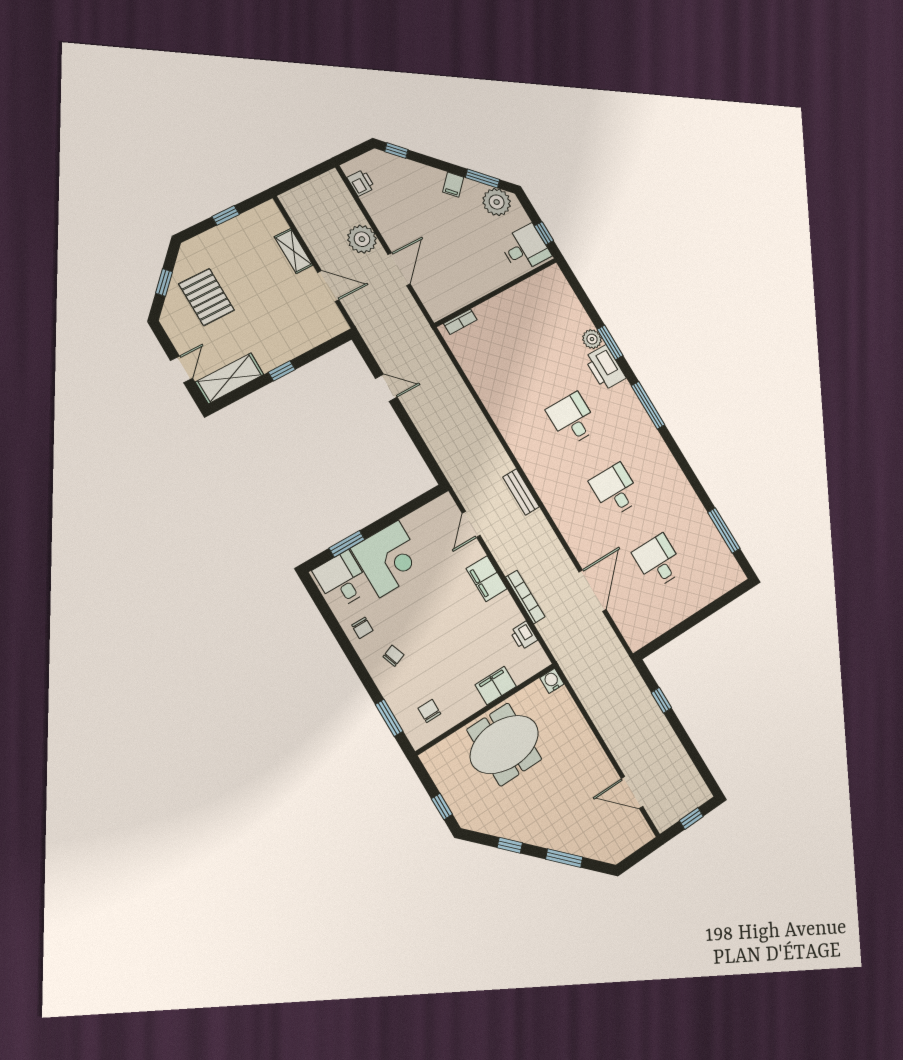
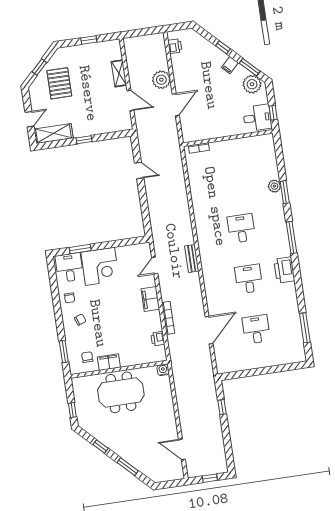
window: (396, 151) -> (223, 47), moved
printer: (605, 368) -> (284, 270), moved
filing cabinet: (496, 686) -> (109, 362), moved

